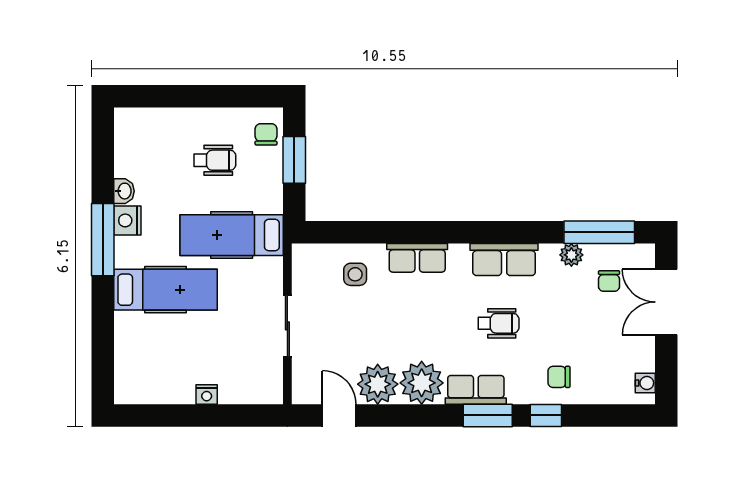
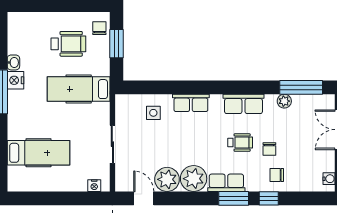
wheelchair: (215, 160) -> (68, 44), width x1.36, depth x1.37
chair: (609, 281) -> (269, 149), moved
hospital bed: (165, 290) -> (38, 153), moved
nightstand: (207, 395) -> (94, 186), moved

